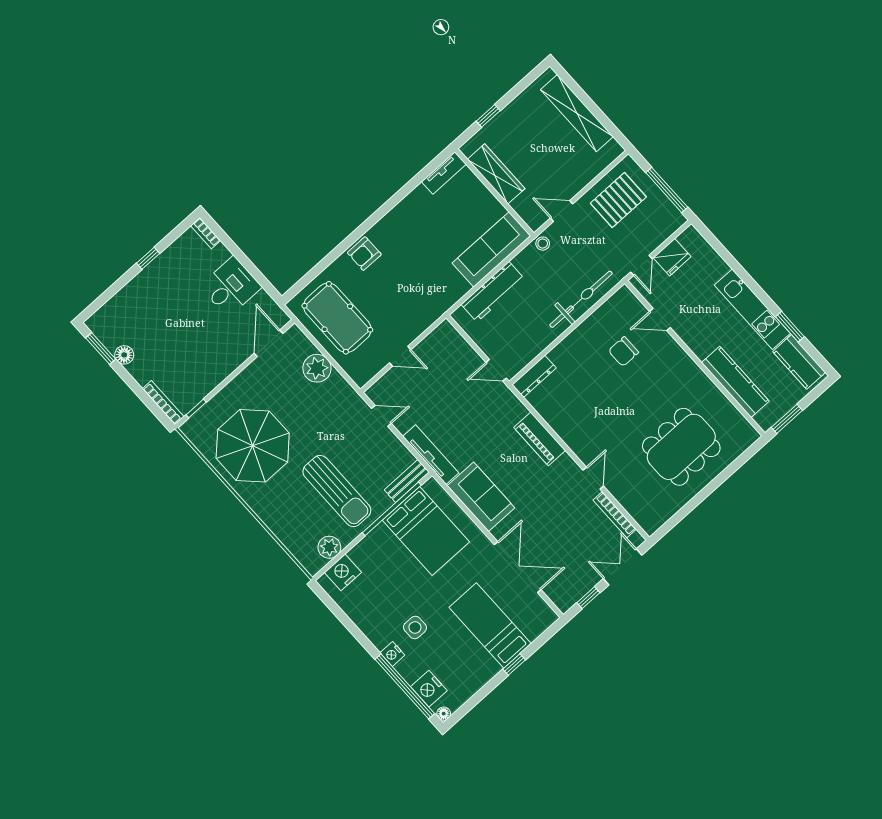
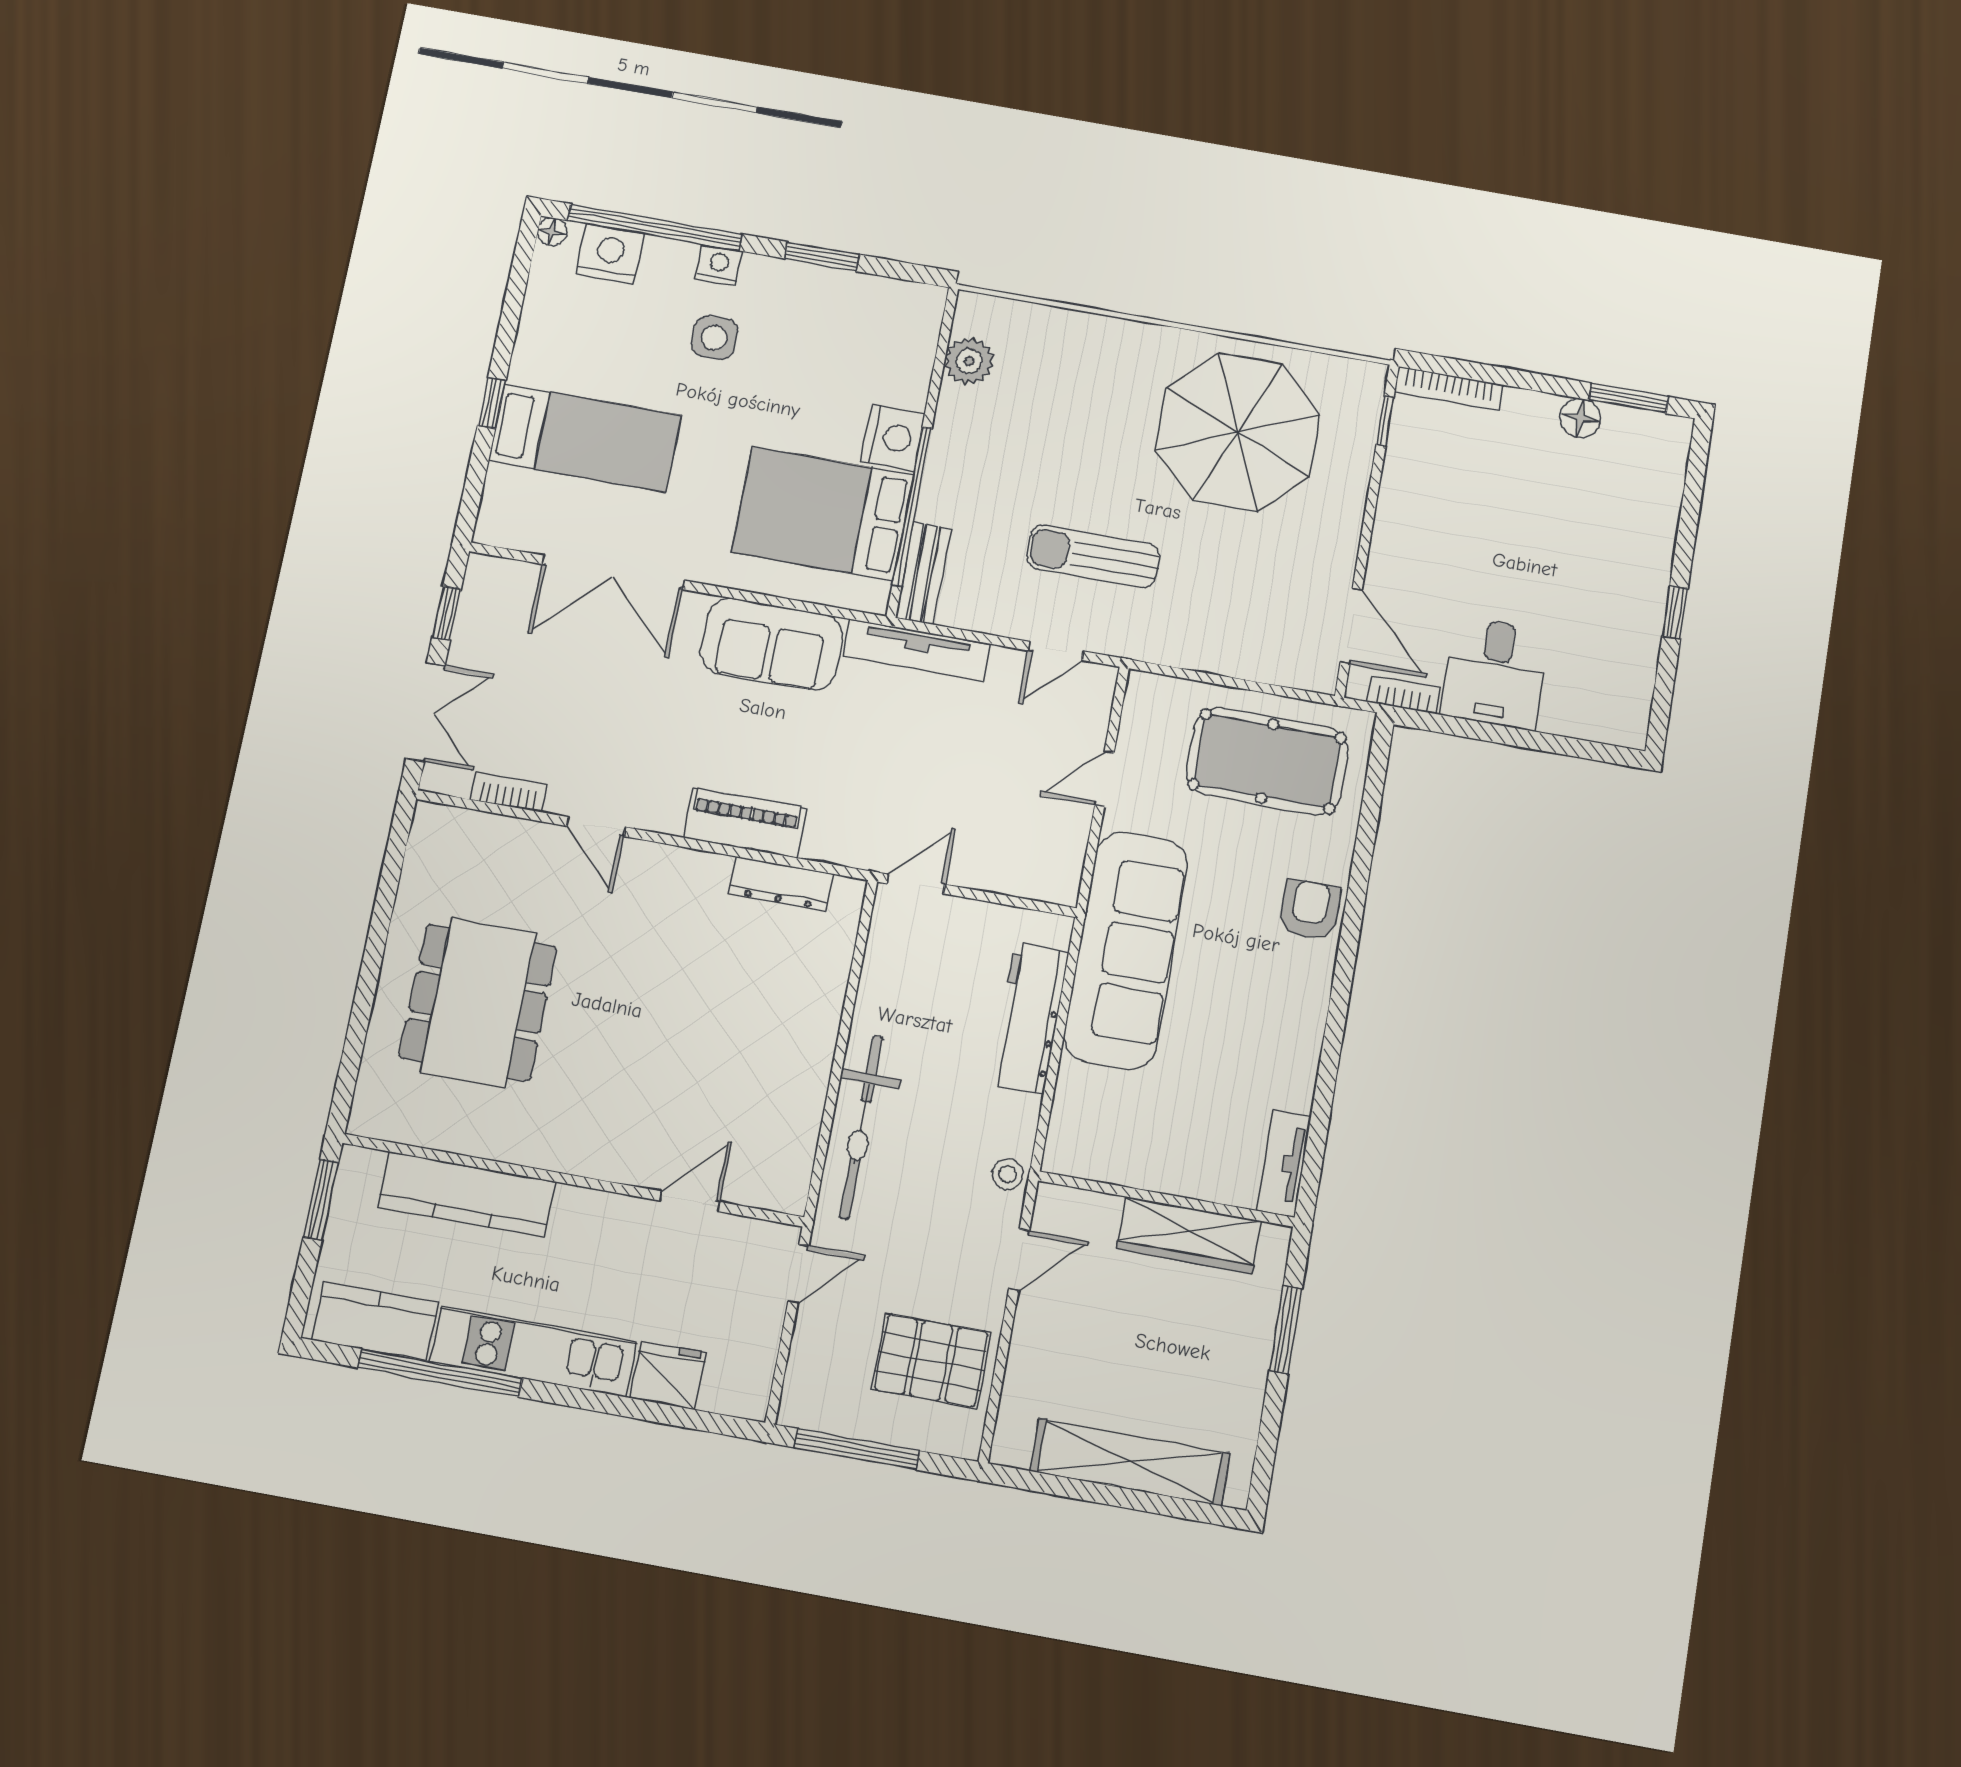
window: (488, 116) -> (1286, 1330), width x1.50
pallet: (618, 200) -> (931, 1361), turned 90
bookcase: (206, 233) -> (1404, 695), moved
sofa: (491, 249) -> (1126, 950), moved, width x1.36, depth x1.27
fridge: (672, 257) -> (668, 1375), moved, turned 90
door: (641, 265) -> (798, 1274), swing flipped
window: (790, 327) -> (440, 1373), width x2.11
chair: (623, 352) -> (712, 1093), removed
plant: (317, 368) -> (1233, 647), removed
dresser: (534, 376) -> (781, 884), moved, turned -90
sun lounger: (337, 491) -> (1093, 556), moved, width x0.73, depth x0.75
bookcase: (615, 515) -> (509, 792), width x0.64
nightstand: (343, 572) -> (893, 438), moved
window: (352, 628) -> (822, 257), added

